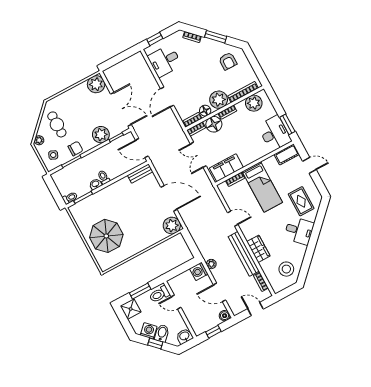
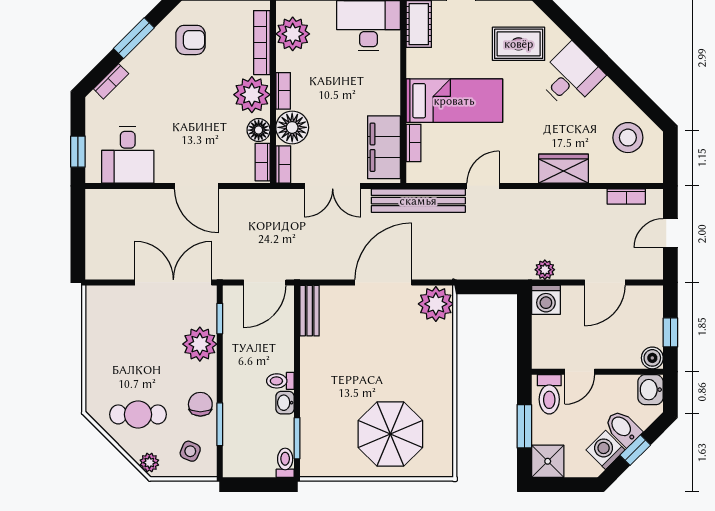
plant: (96, 84) -> (103, 303), removed
bench: (244, 254) -> (418, 201), moved
boiler: (225, 316) -> (652, 358), moved

